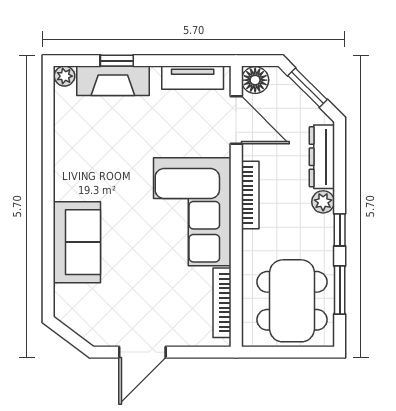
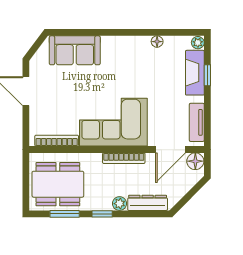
window: (307, 88) -> (191, 194), removed
floor lamp: (63, 141) -> (157, 42), added
sofa: (77, 242) -> (75, 50), moved

